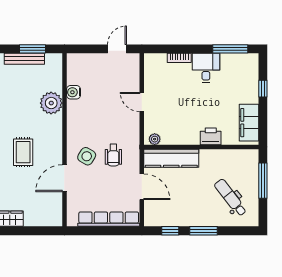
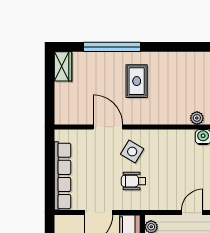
plant: (51, 103) -> (197, 118), width x0.53, depth x0.53
rug: (23, 152) -> (137, 81), turned 90

